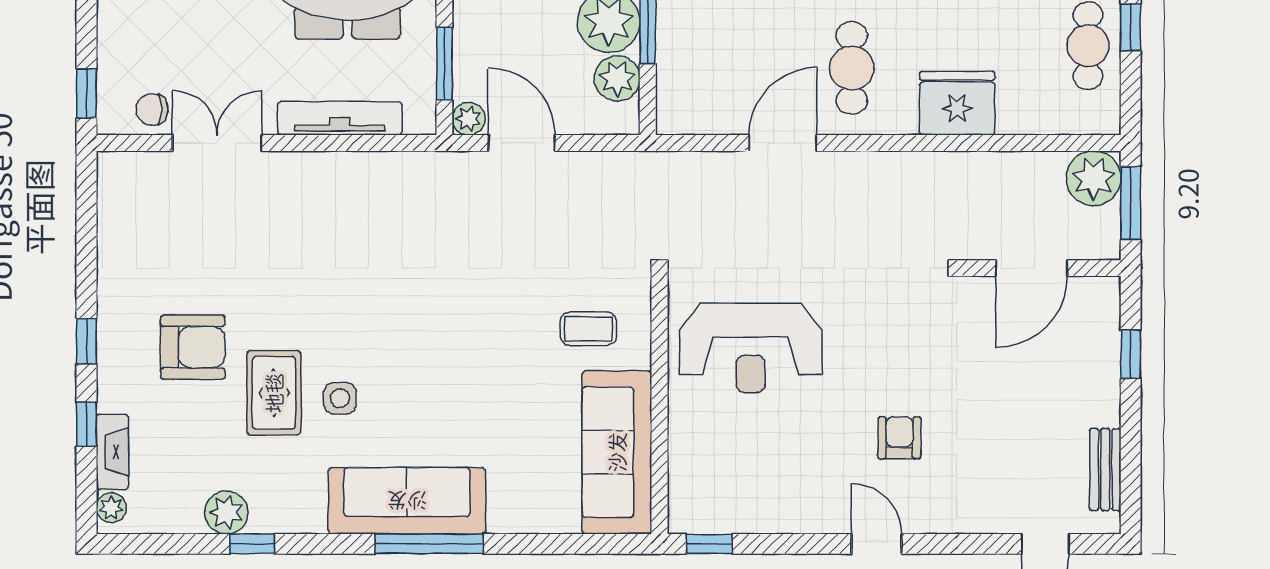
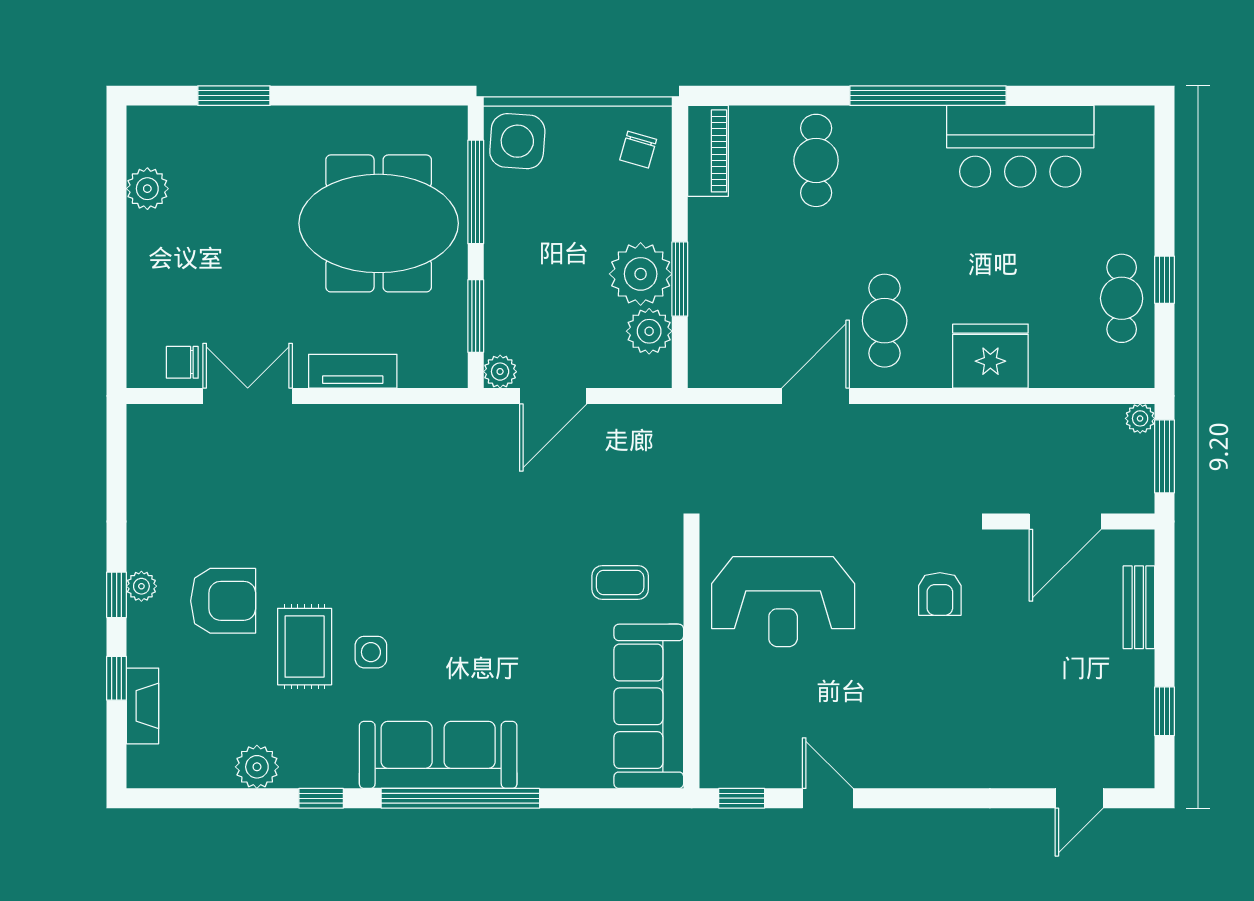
window: (86, 93) -> (117, 346), removed
tv unit: (340, 118) -> (353, 371), width x0.71
door: (522, 143) -> (553, 396), swing flipped
plant: (1093, 178) -> (1140, 418), width x0.53, depth x0.53
window: (1131, 354) -> (1165, 711), moved
armchair: (900, 438) -> (940, 594), moved, turned 180
bench: (1105, 470) -> (1139, 607), moved
plant: (111, 508) -> (141, 586), moved
window: (252, 544) -> (321, 798), moved
window: (429, 544) -> (460, 798), width x1.46
door: (876, 544) -> (828, 798), moved

